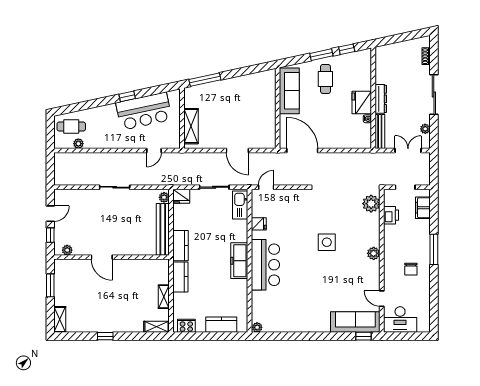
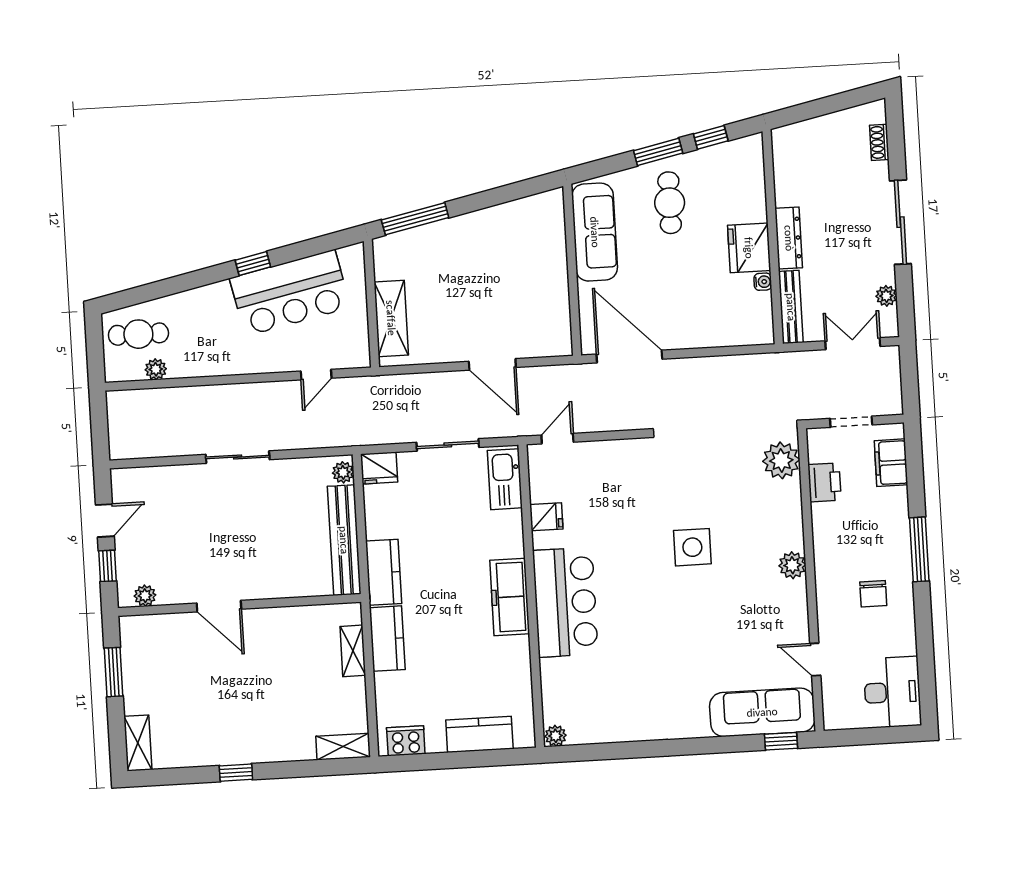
shelving: (164, 297) -> (353, 651), moved
desk: (400, 320) -> (892, 692), moved, turned -90

